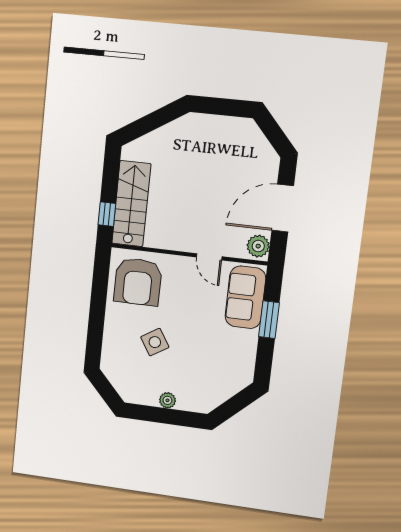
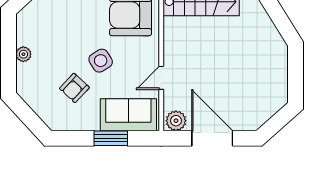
side table: (155, 342) -> (101, 61), moved
armchair: (210, 352) -> (74, 88), added

